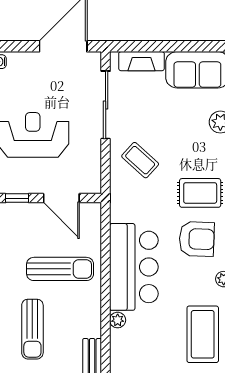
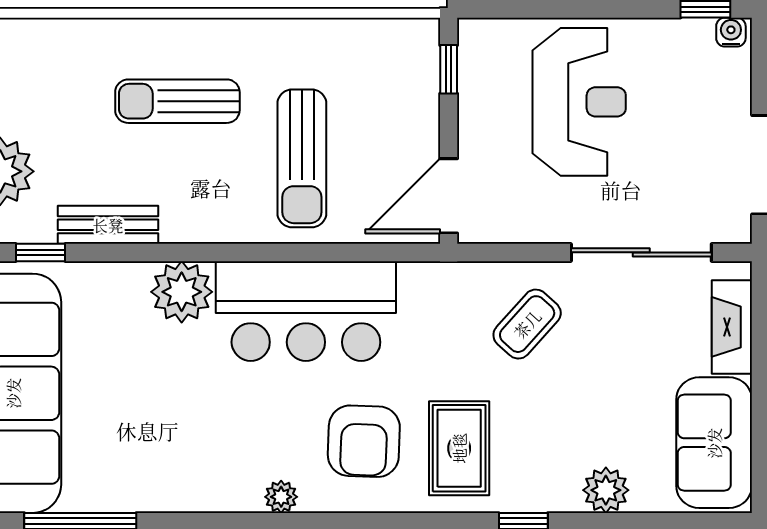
door: (61, 198) -> (449, 196), moved
plant: (118, 320) -> (182, 292), width x1.87, depth x1.87
coffee table: (203, 334) -> (167, 454), removed

